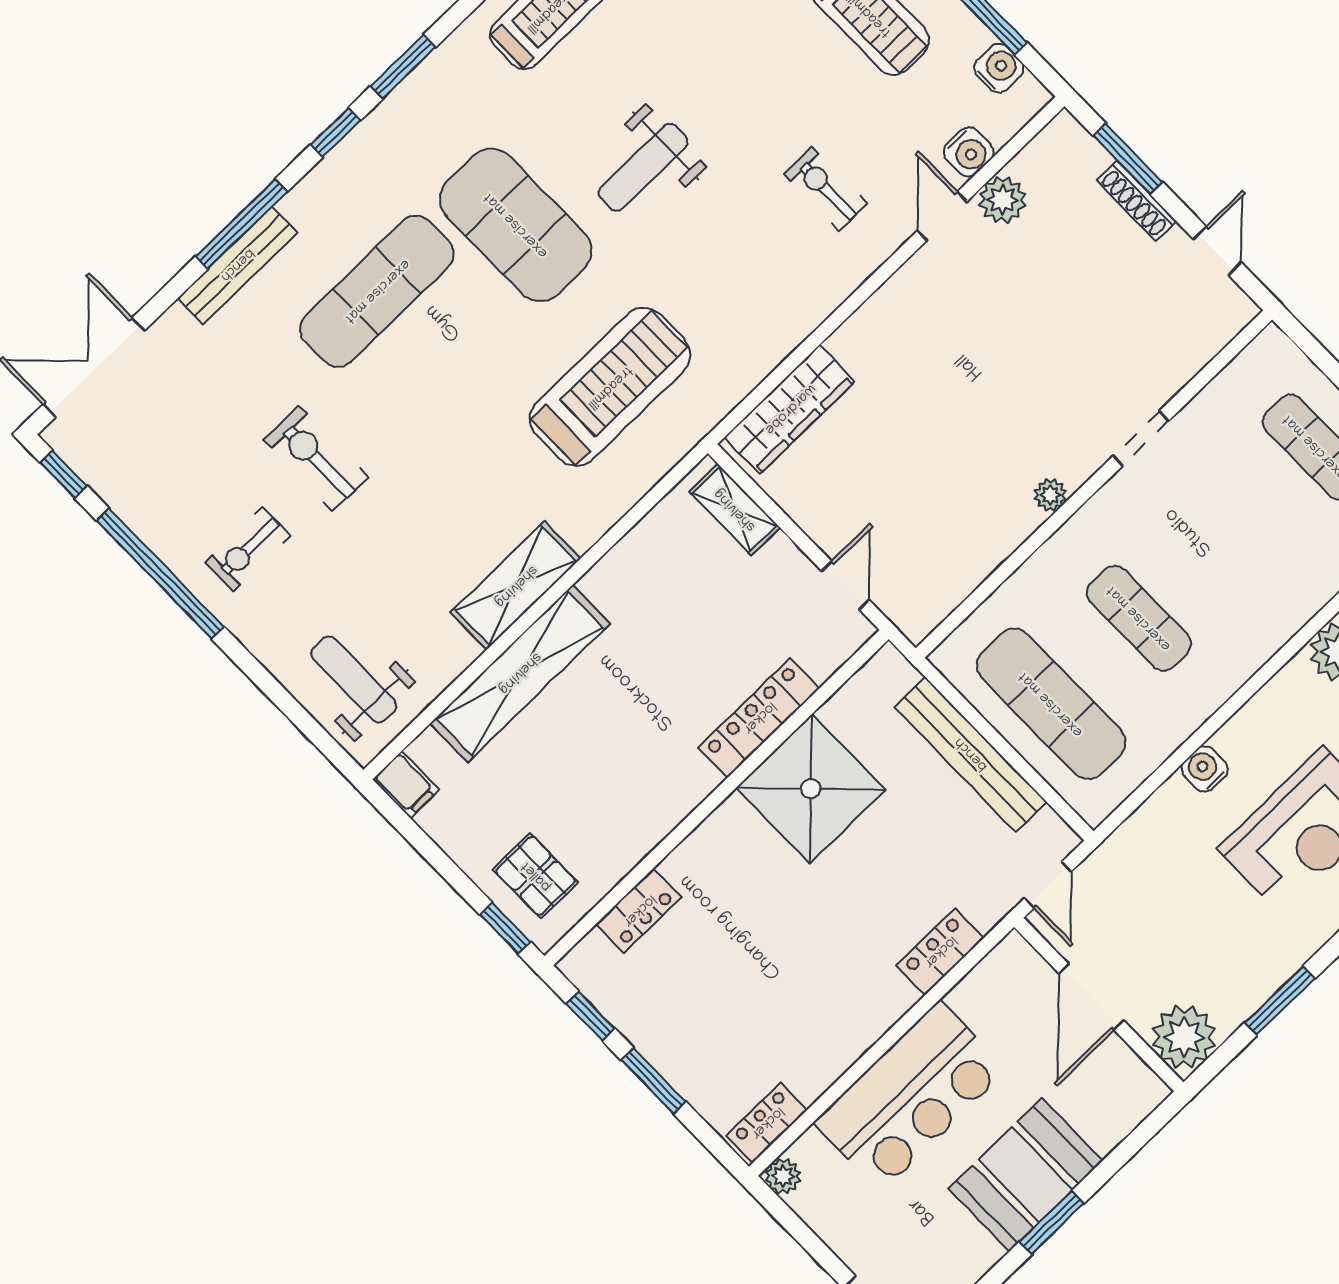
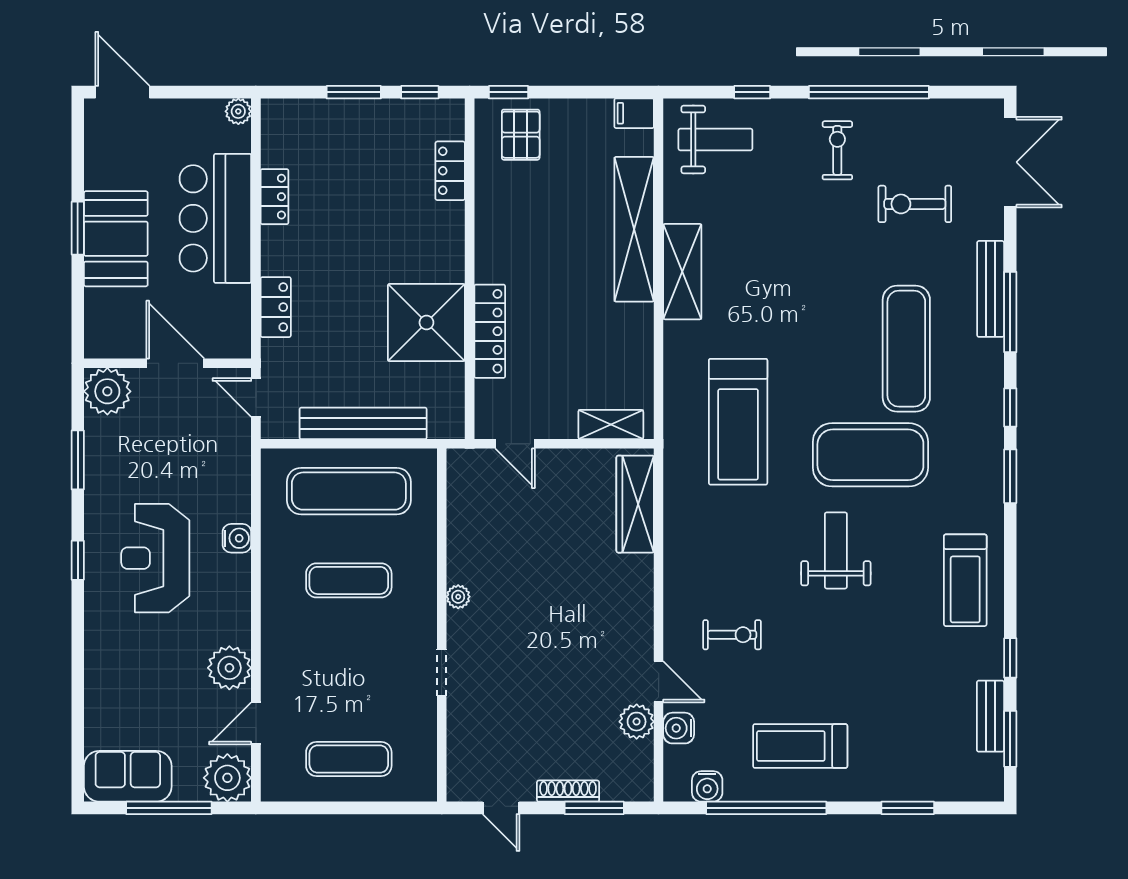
exercise bike: (316, 458) -> (915, 204), moved, turned 180
window: (64, 474) -> (752, 92), moved
pallet: (536, 876) -> (521, 135), turned 90
locker: (767, 1123) -> (274, 197), moved

